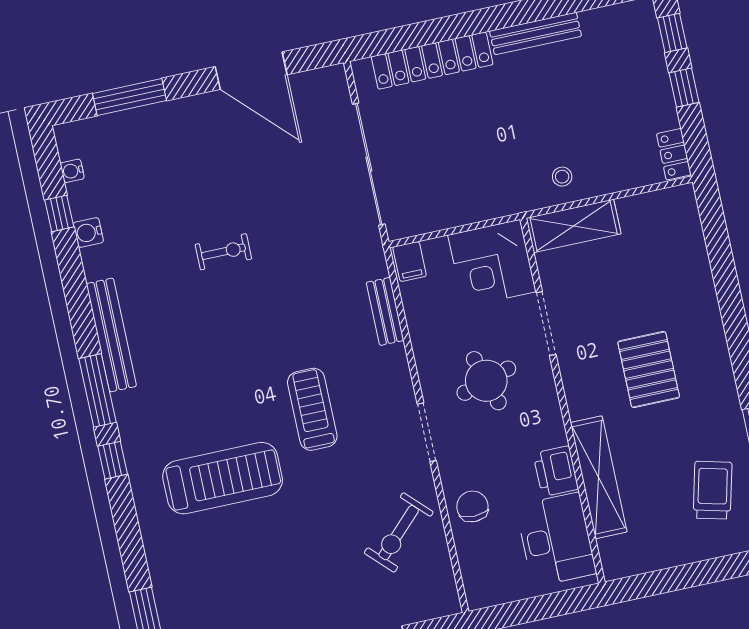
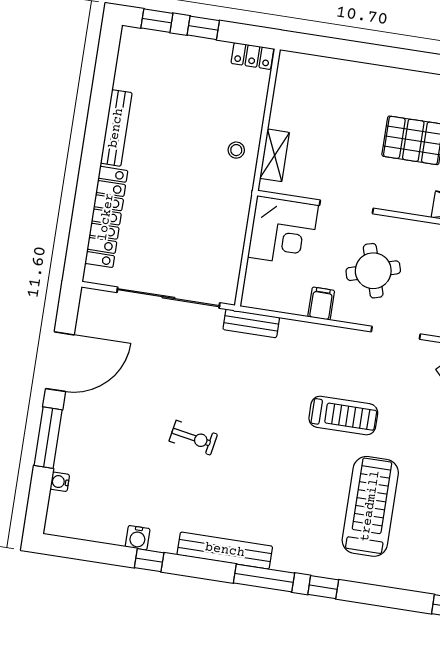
window: (130, 97) -> (48, 438), moved
water cooler: (72, 171) -> (60, 482), moved, turned 90
window: (59, 213) -> (149, 560), moved
shelving: (574, 226) -> (275, 155), width x0.67, depth x0.75
exercise bike: (223, 252) -> (193, 438), turned 100
filing cabinet: (410, 262) -> (321, 304), moved, turned -90
bench: (385, 311) -> (251, 323), moved
treadmill: (312, 409) -> (343, 416), turned 180

